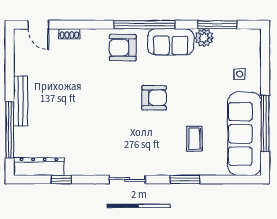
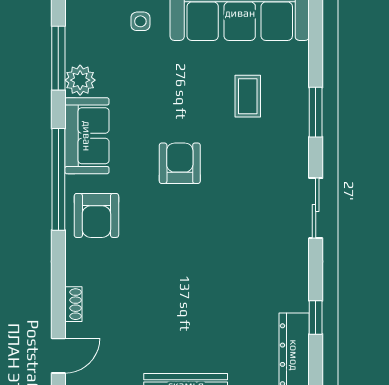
coffee table: (194, 139) -> (248, 96), turned 90

